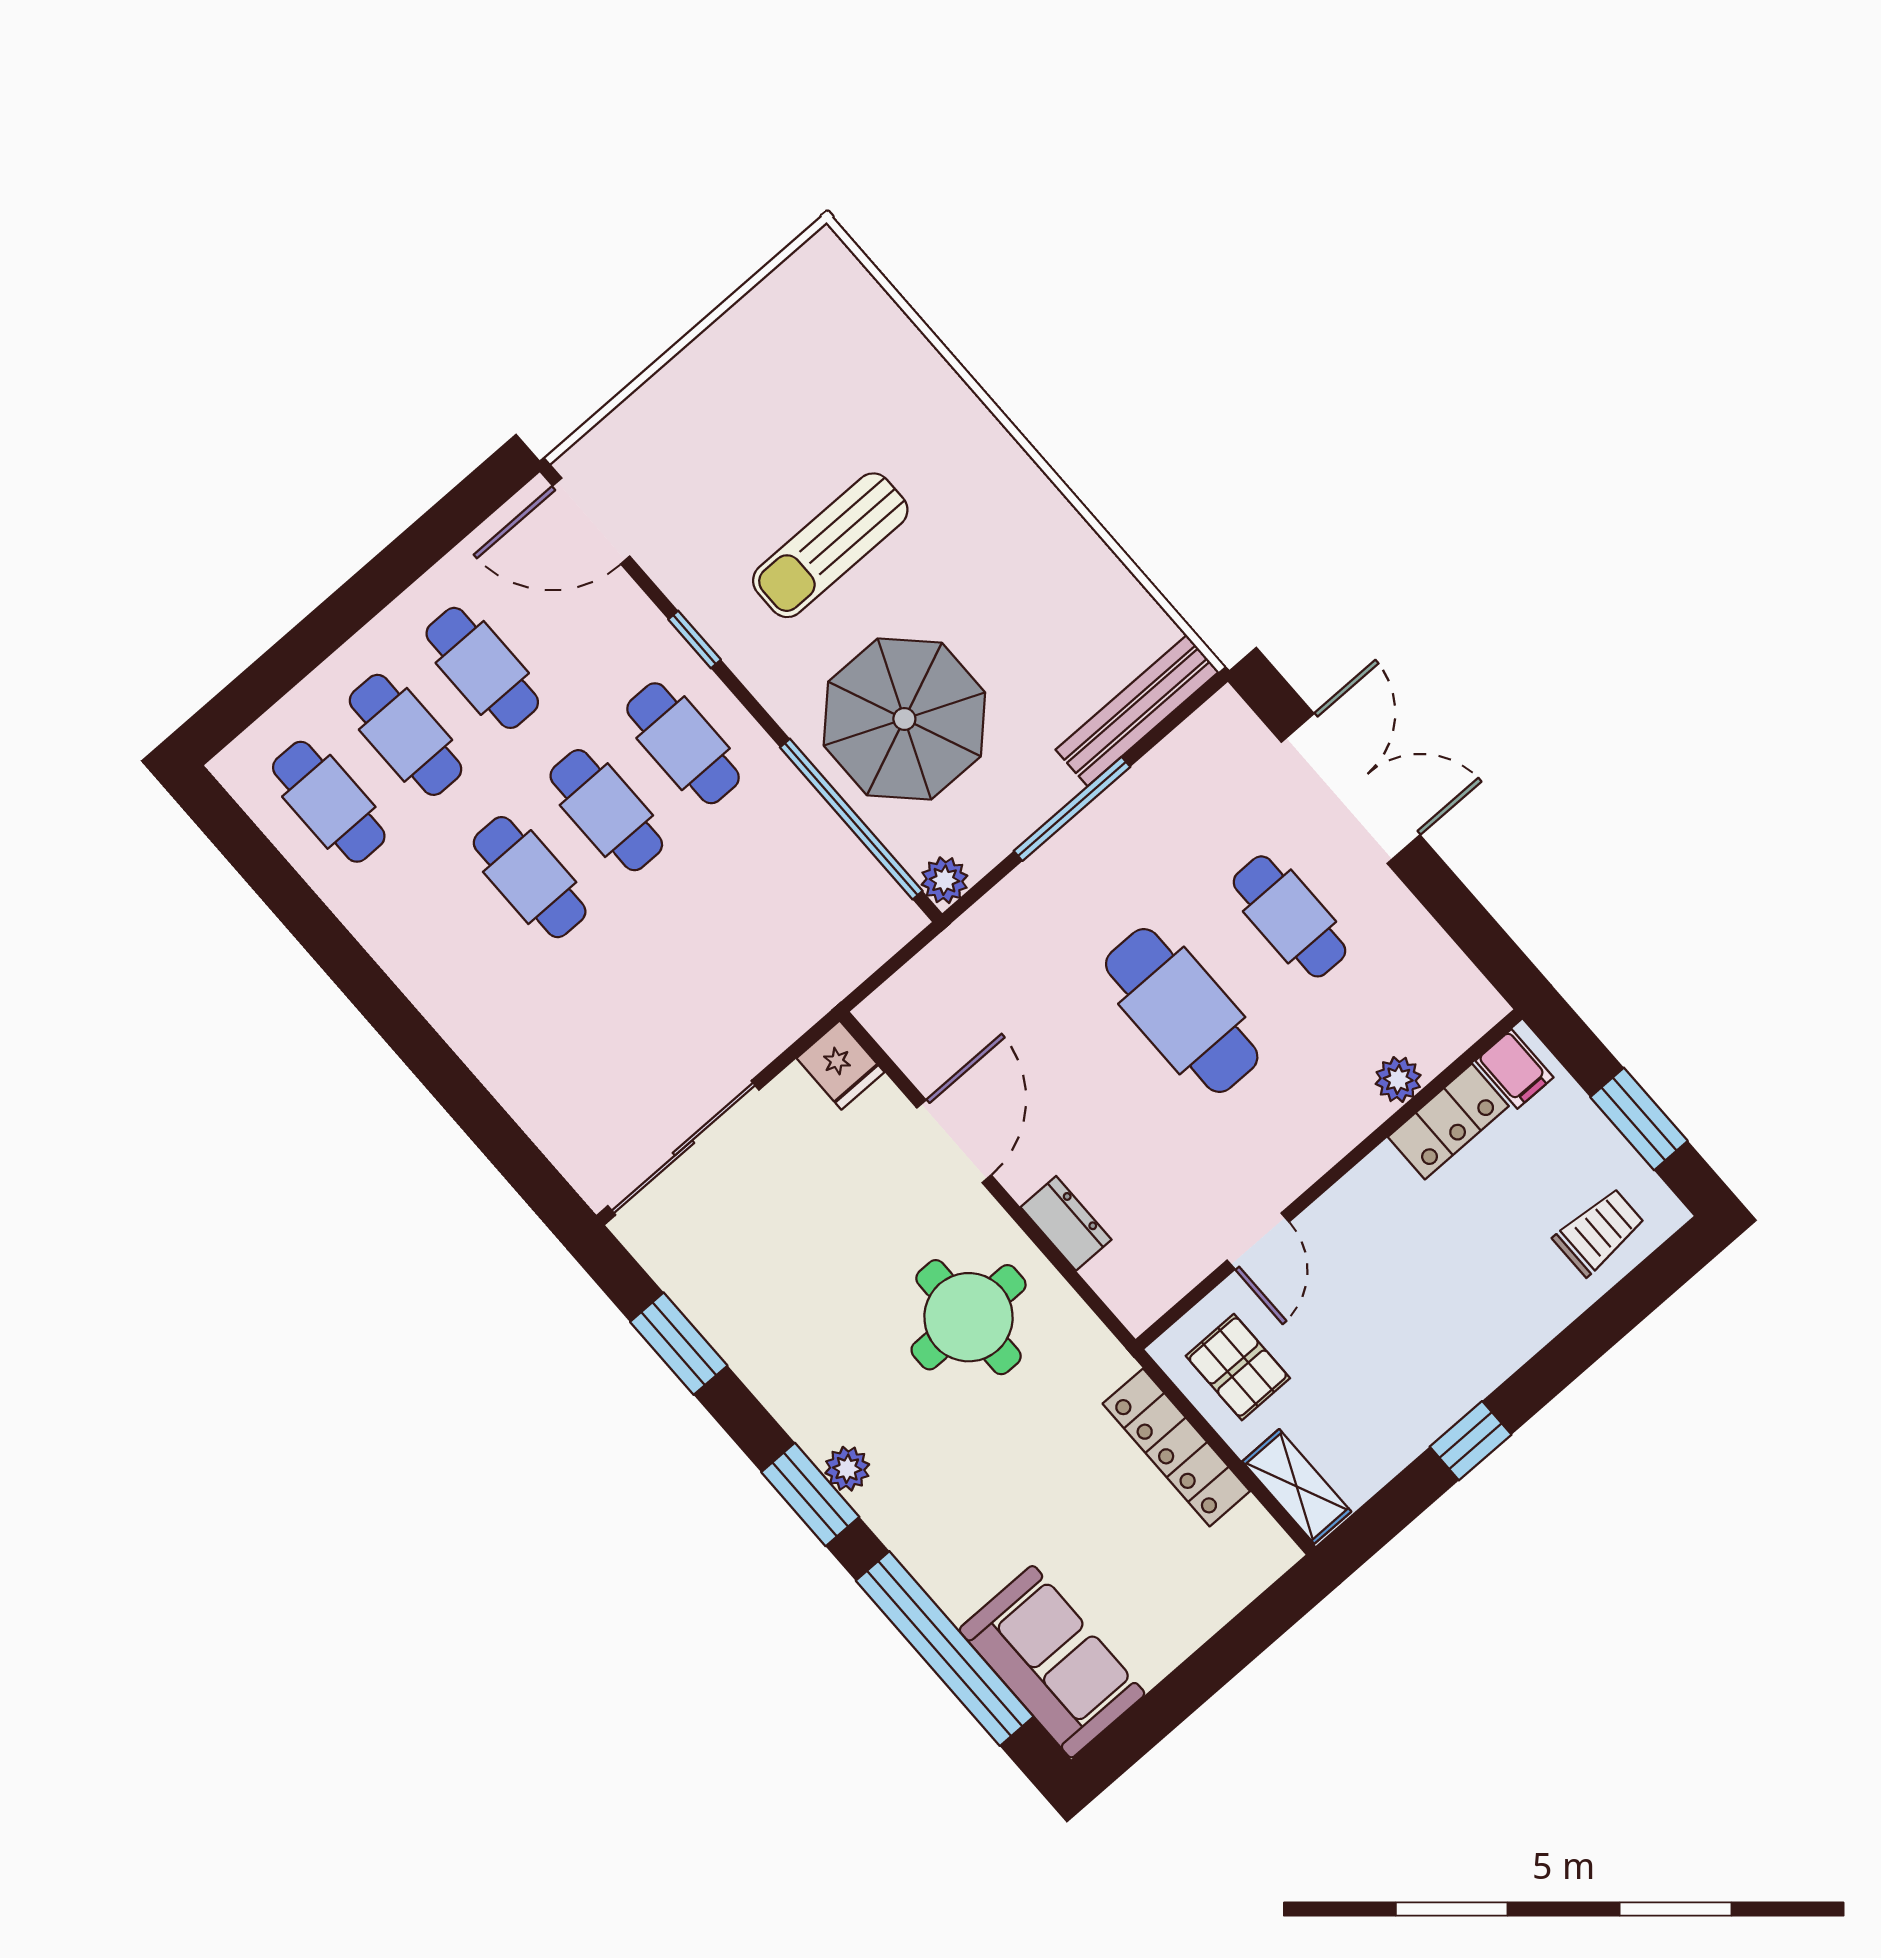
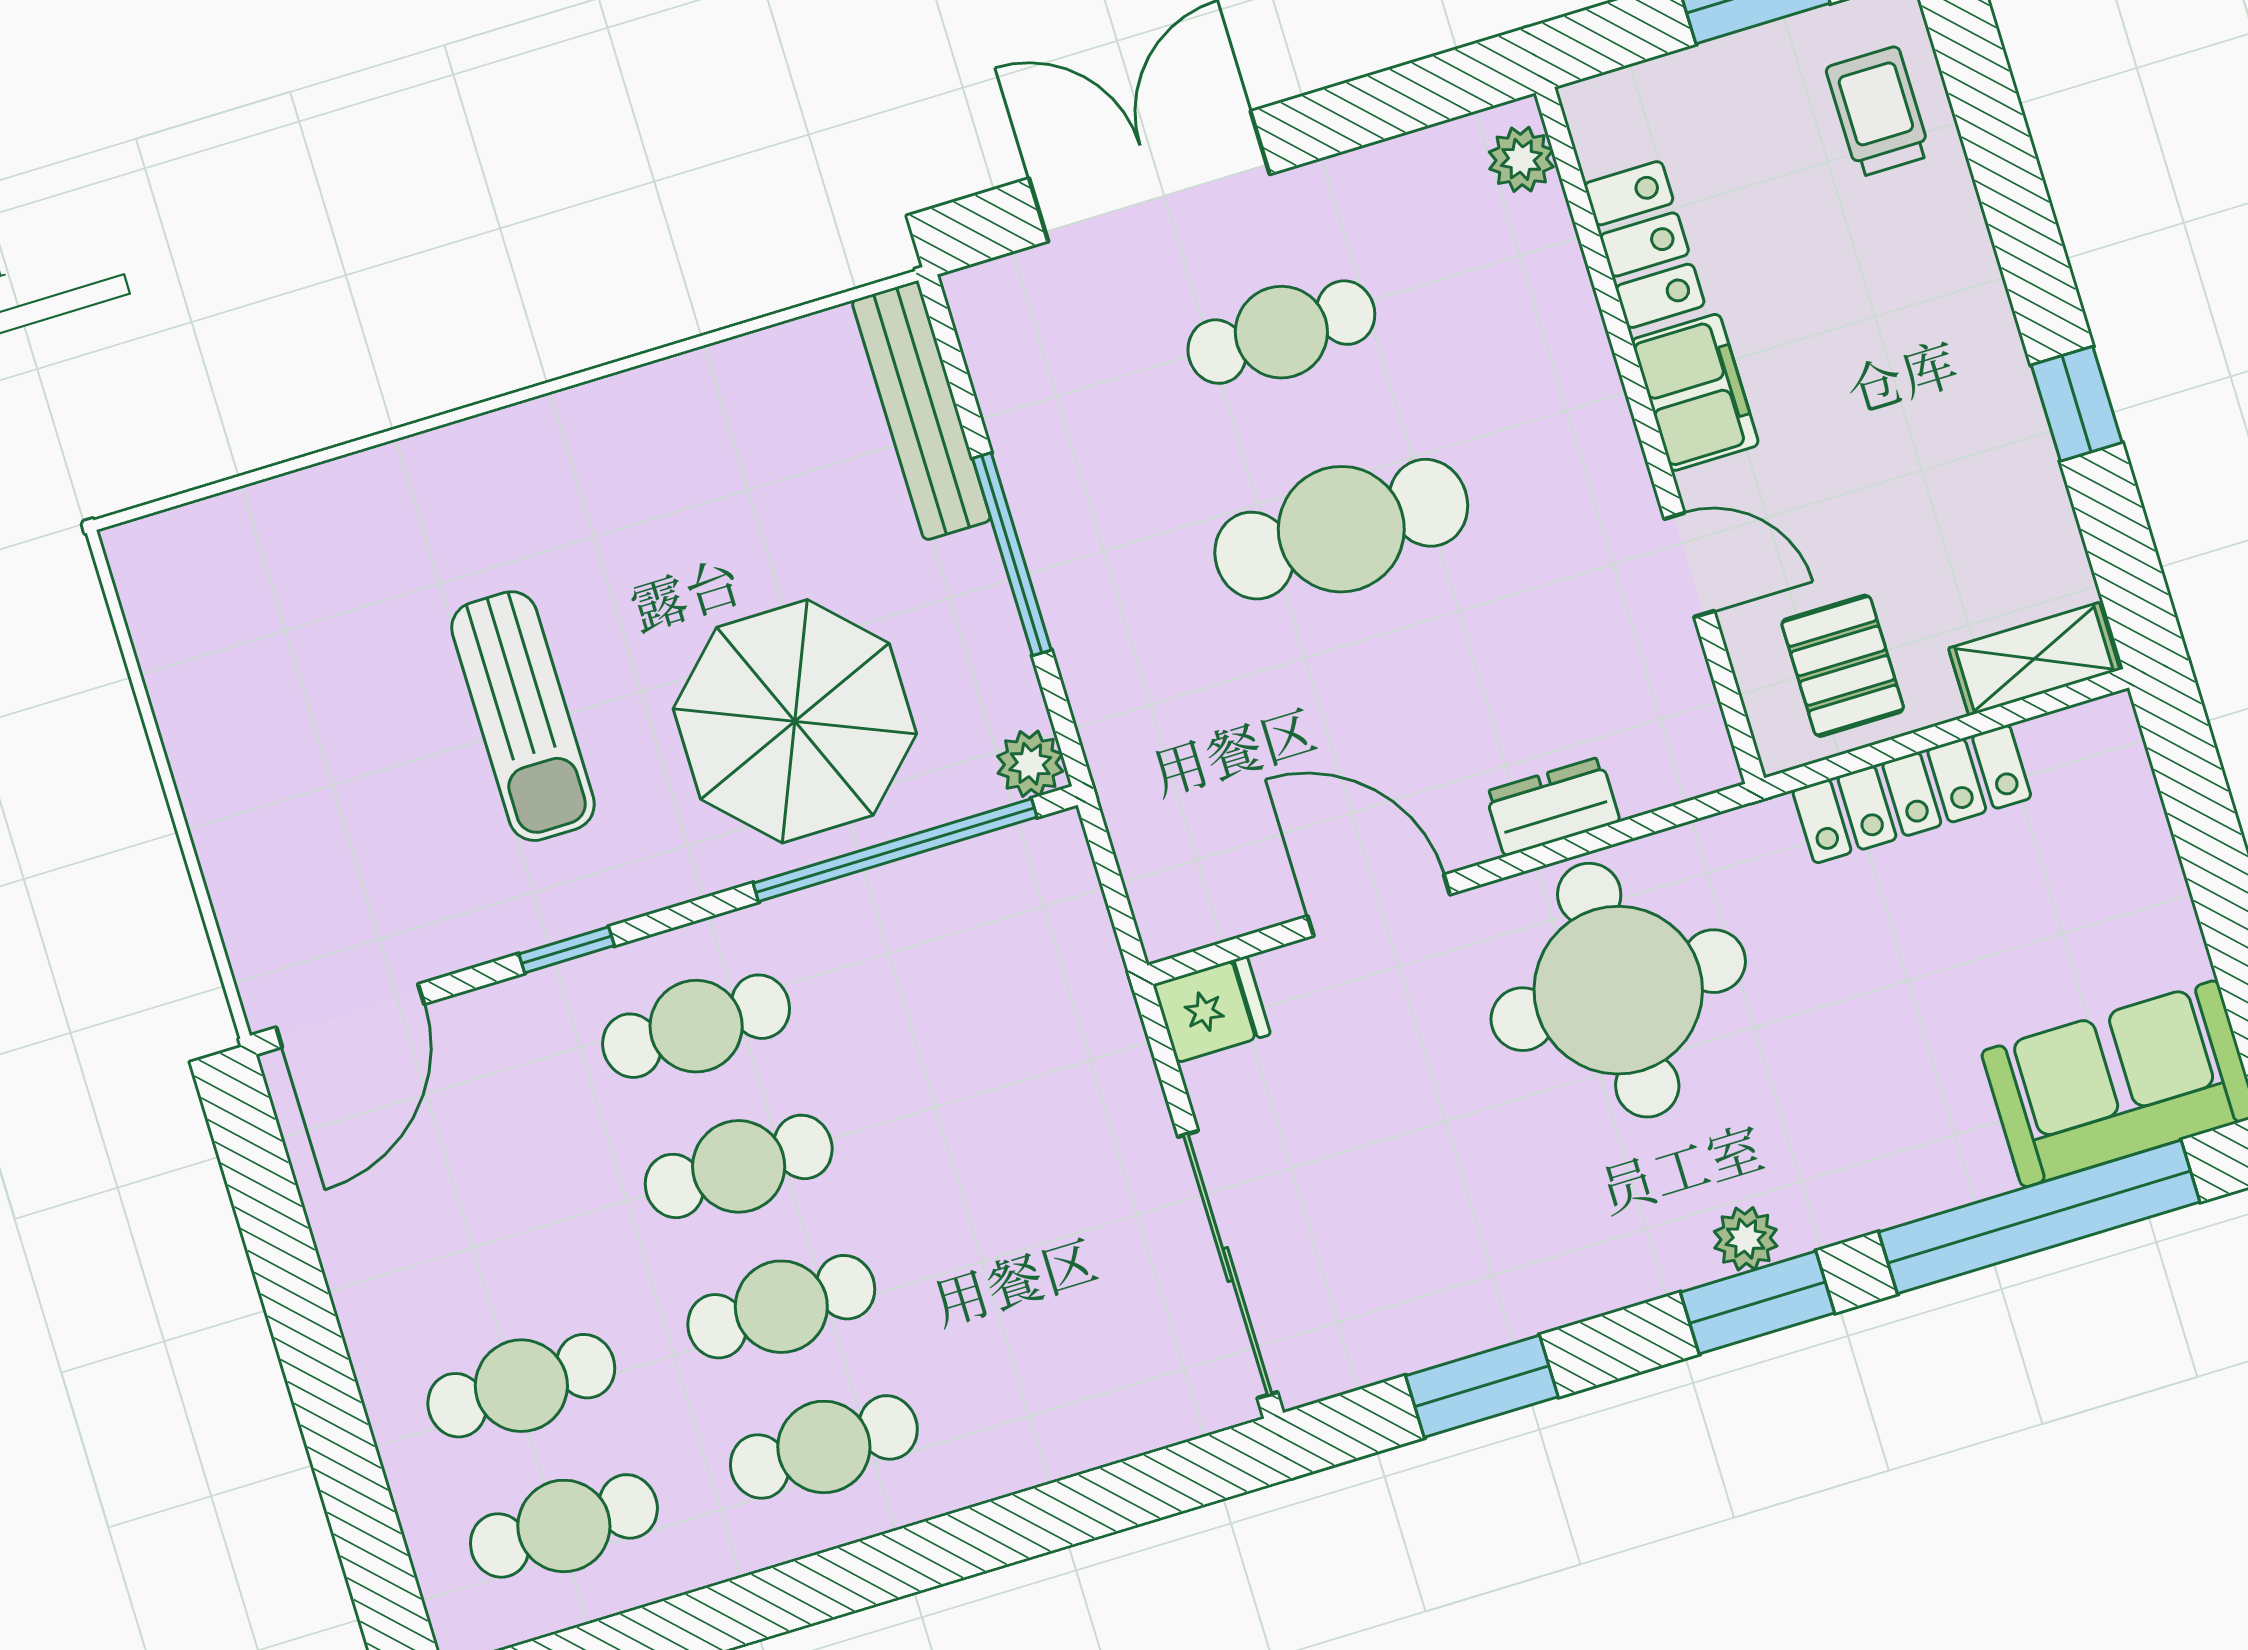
cafe table: (482, 668) -> (824, 1447), moved
filing cabinet: (1514, 1069) -> (1695, 392), moved, width x2.00
plant: (1398, 1079) -> (1521, 159), moved
round table: (969, 1317) -> (1618, 990), width x1.36, depth x1.36
pallet: (1238, 1367) -> (1843, 666), turned 90

